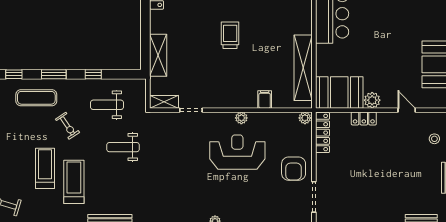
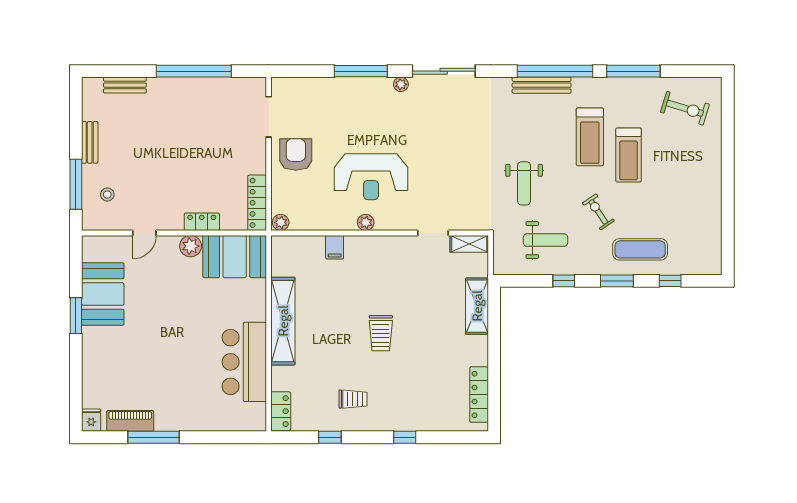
shelving: (303, 68) -> (283, 321), moved
door: (407, 110) -> (144, 233), hinge flipped
weight bench: (123, 147) -> (524, 183), turned 90

